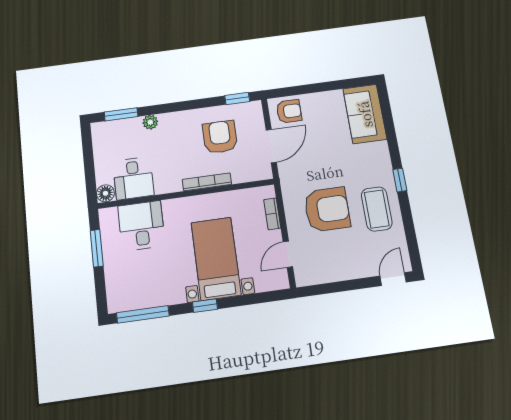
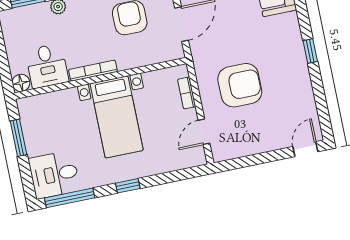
bookcase: (207, 182) -> (93, 71), moved
coffee table: (377, 209) -> (288, 82), removed
desk: (141, 226) -> (54, 175), moved, turned -90
bed with nightstands: (216, 259) -> (117, 117), moved, turned 180

